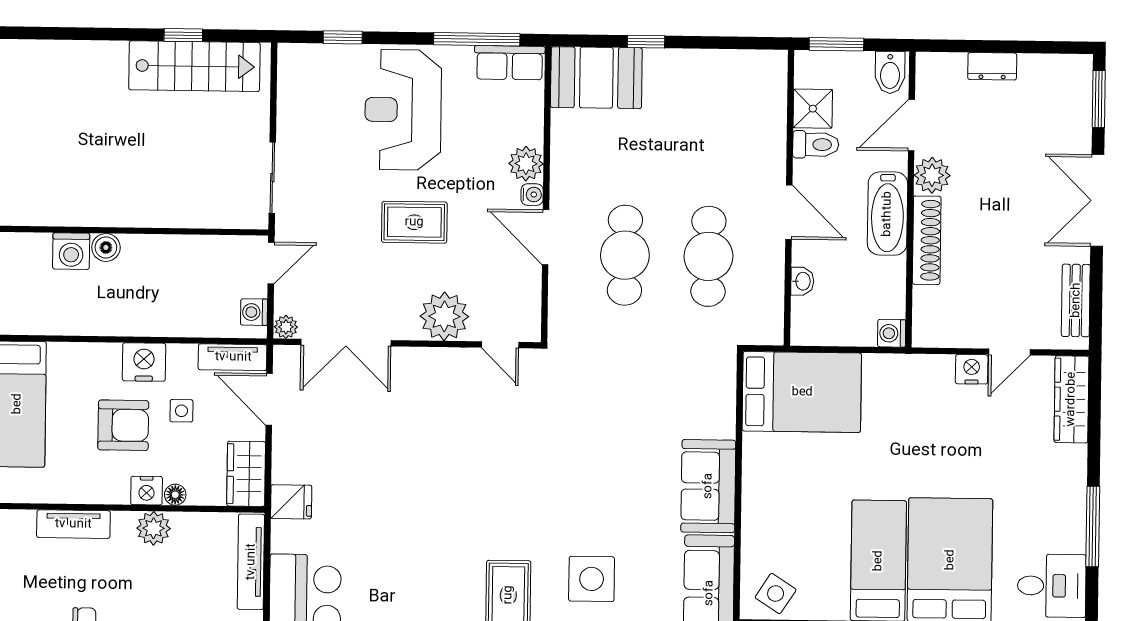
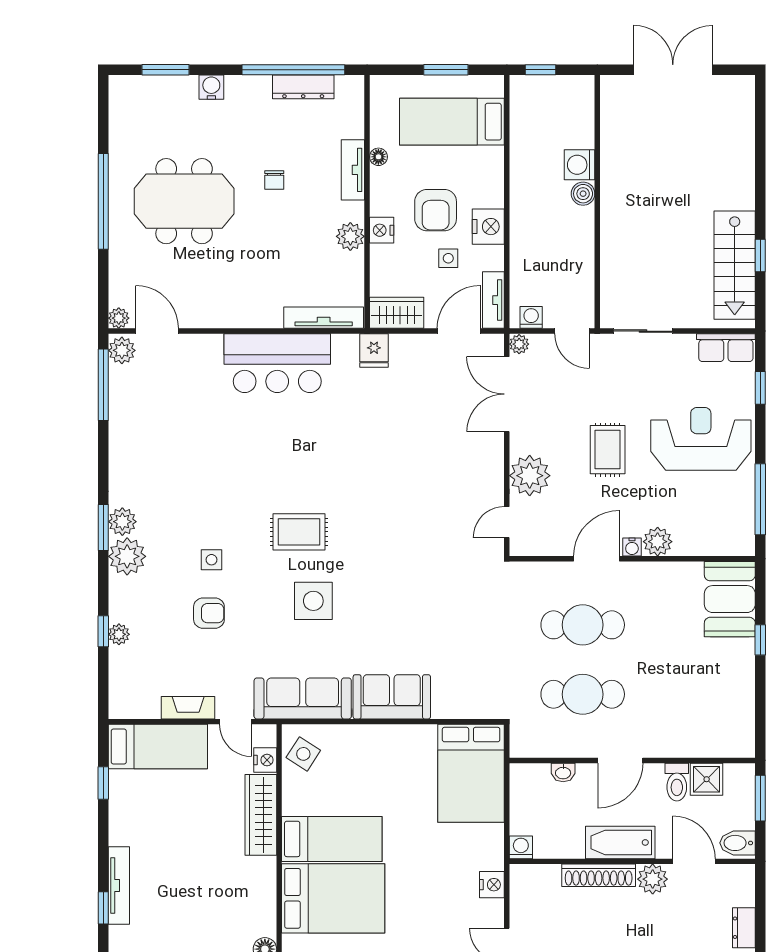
row of seats: (510, 63) -> (726, 348), moved, turned -90
nightstand: (972, 369) -> (492, 885), moved
floor lamp: (175, 495) -> (378, 157), moved

